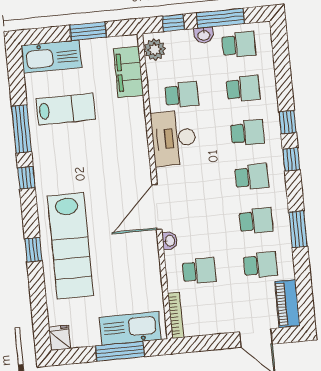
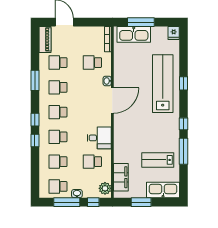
desk: (174, 138) -> (99, 138), width x0.73

